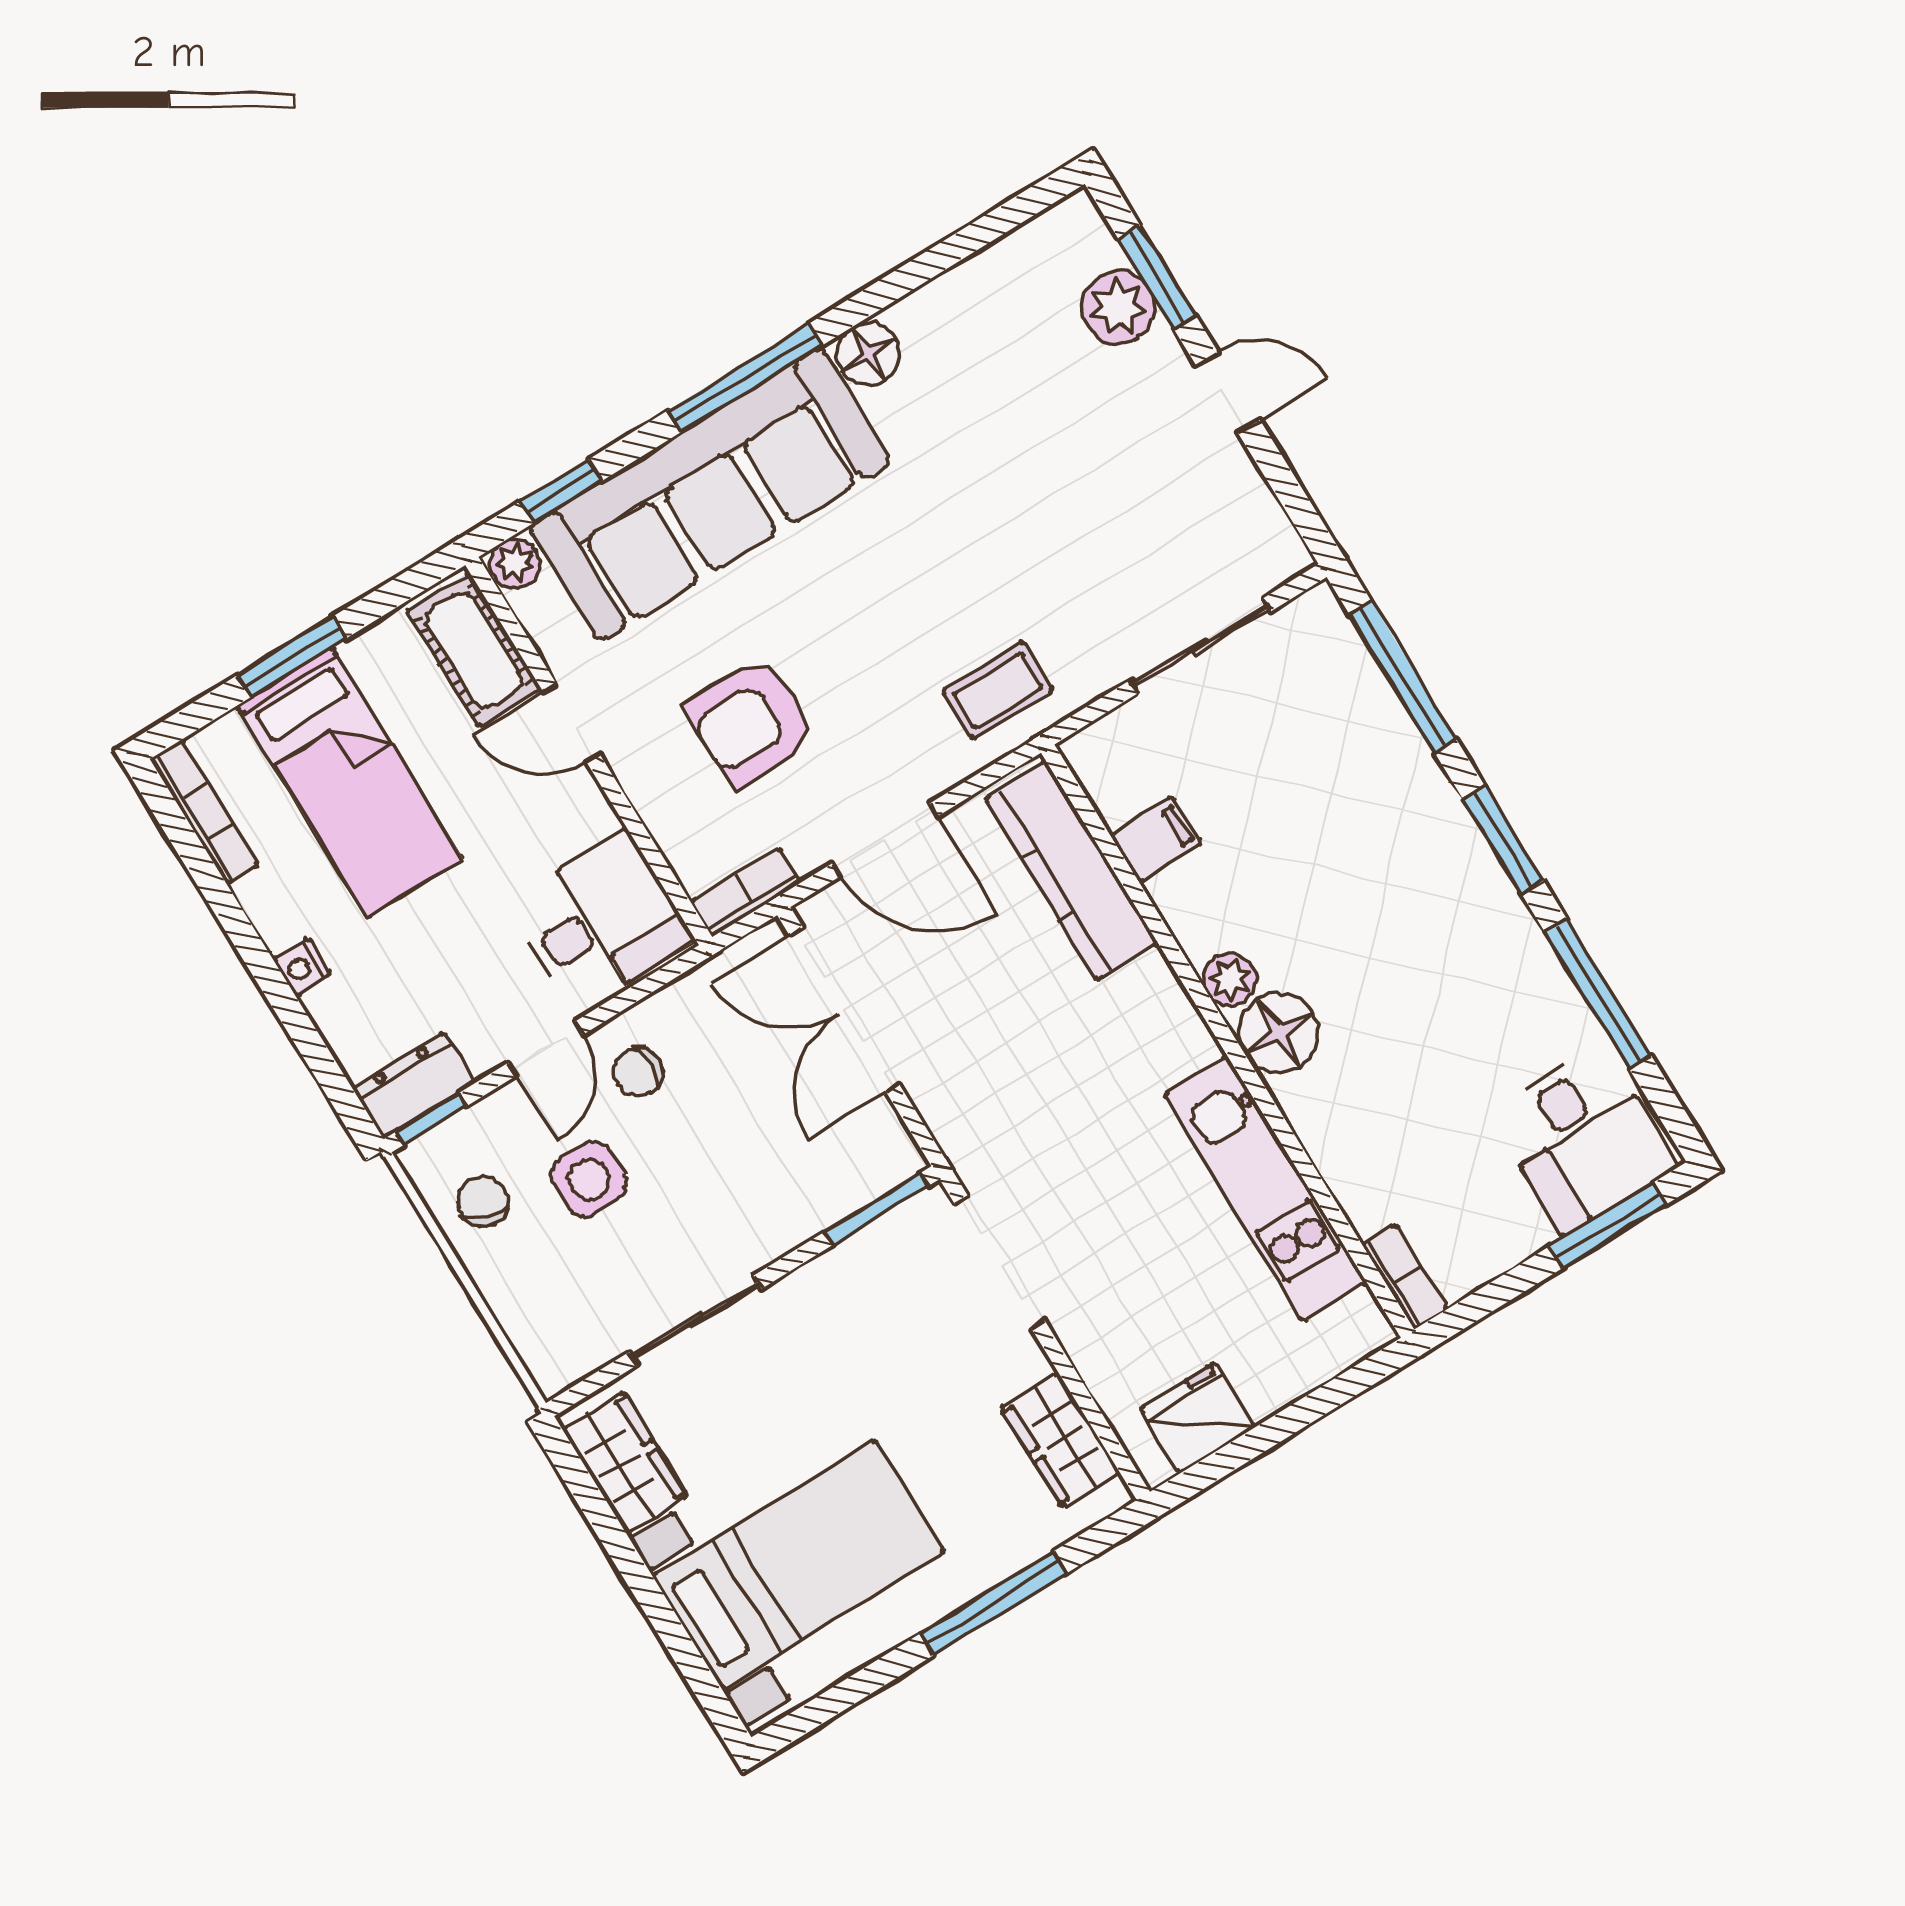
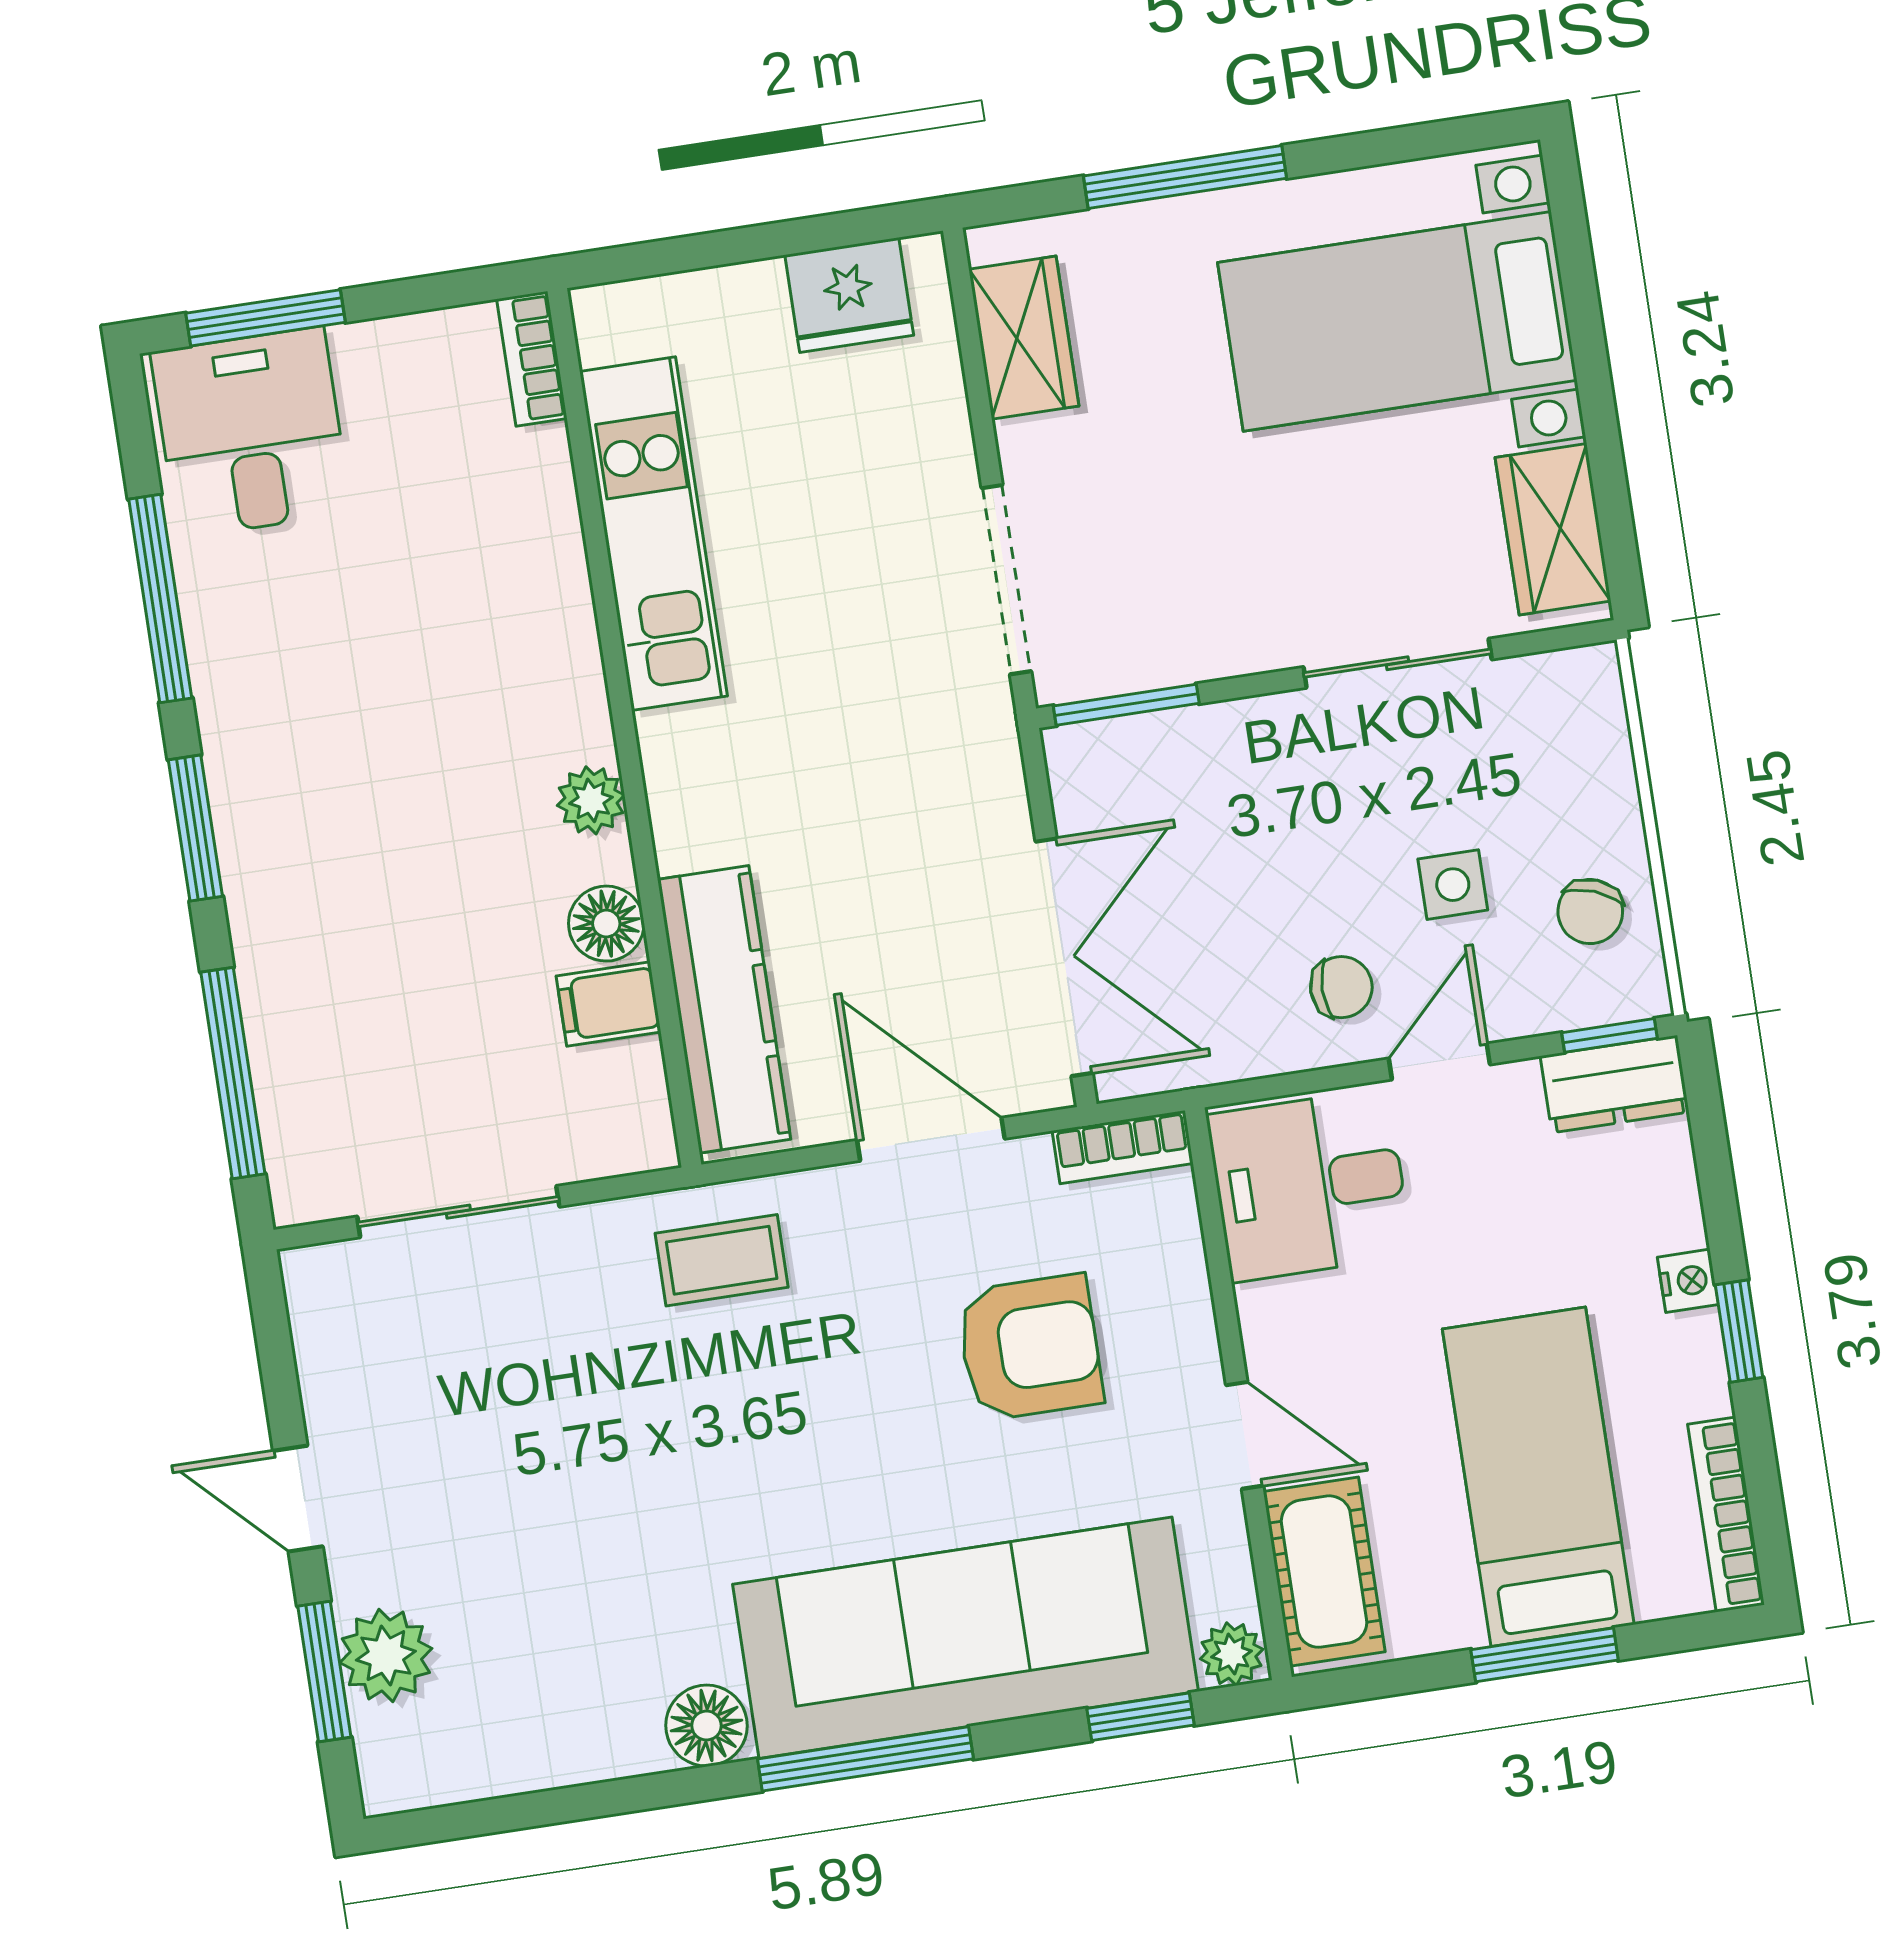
window: (250, 947) -> (1739, 1331), added
floor lamp: (1279, 1033) -> (606, 924), moved, width x0.73, depth x0.73
side table: (589, 1179) -> (1453, 885), width x0.73, depth x0.73

